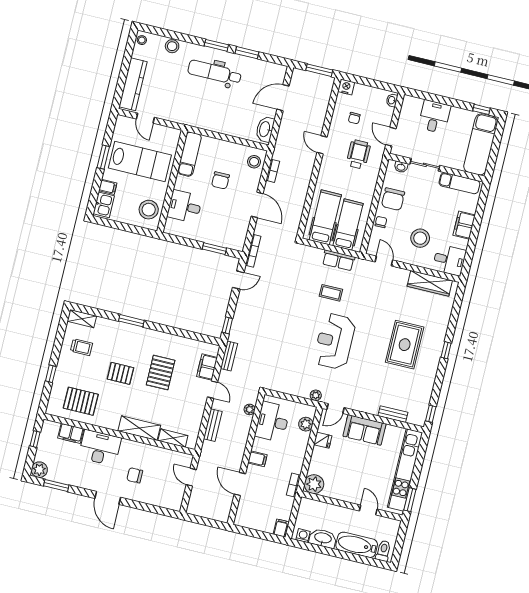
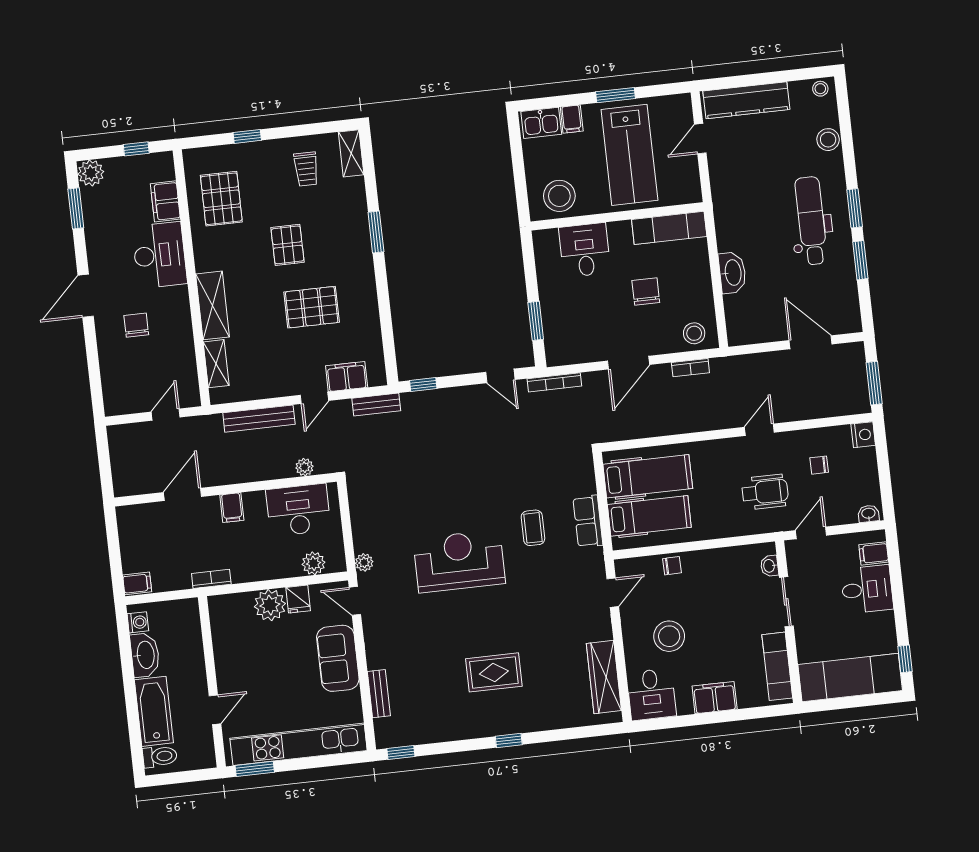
filing cabinet: (415, 105) -> (874, 553), added
washbasin: (265, 129) -> (732, 273), moved, turned 90
chair: (220, 180) -> (646, 291), turned 90
chair: (393, 199) -> (715, 572), removed
rug: (405, 345) -> (494, 672), width x0.73, depth x0.70
bench: (213, 425) -> (259, 419), width x1.36
plant: (314, 484) -> (270, 605), moved

